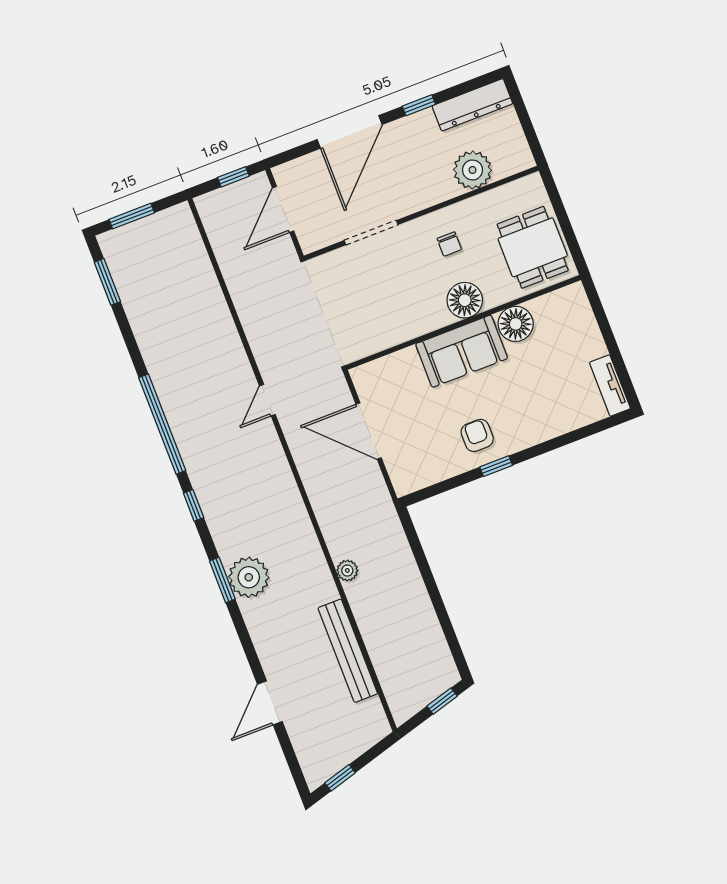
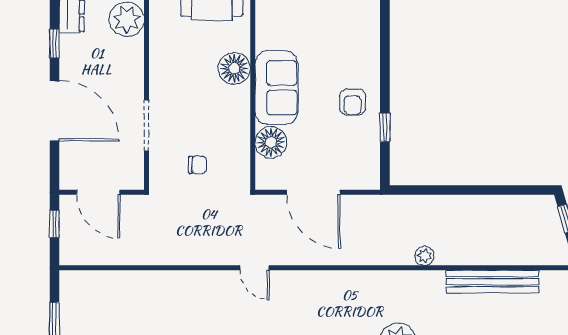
chair: (449, 244) -> (197, 165), moved
floor lamp: (516, 324) -> (271, 142), moved
door: (369, 431) -> (313, 192), hinge flipped
armchair: (477, 435) -> (353, 102), turned -90
window: (496, 466) -> (385, 127), moved

